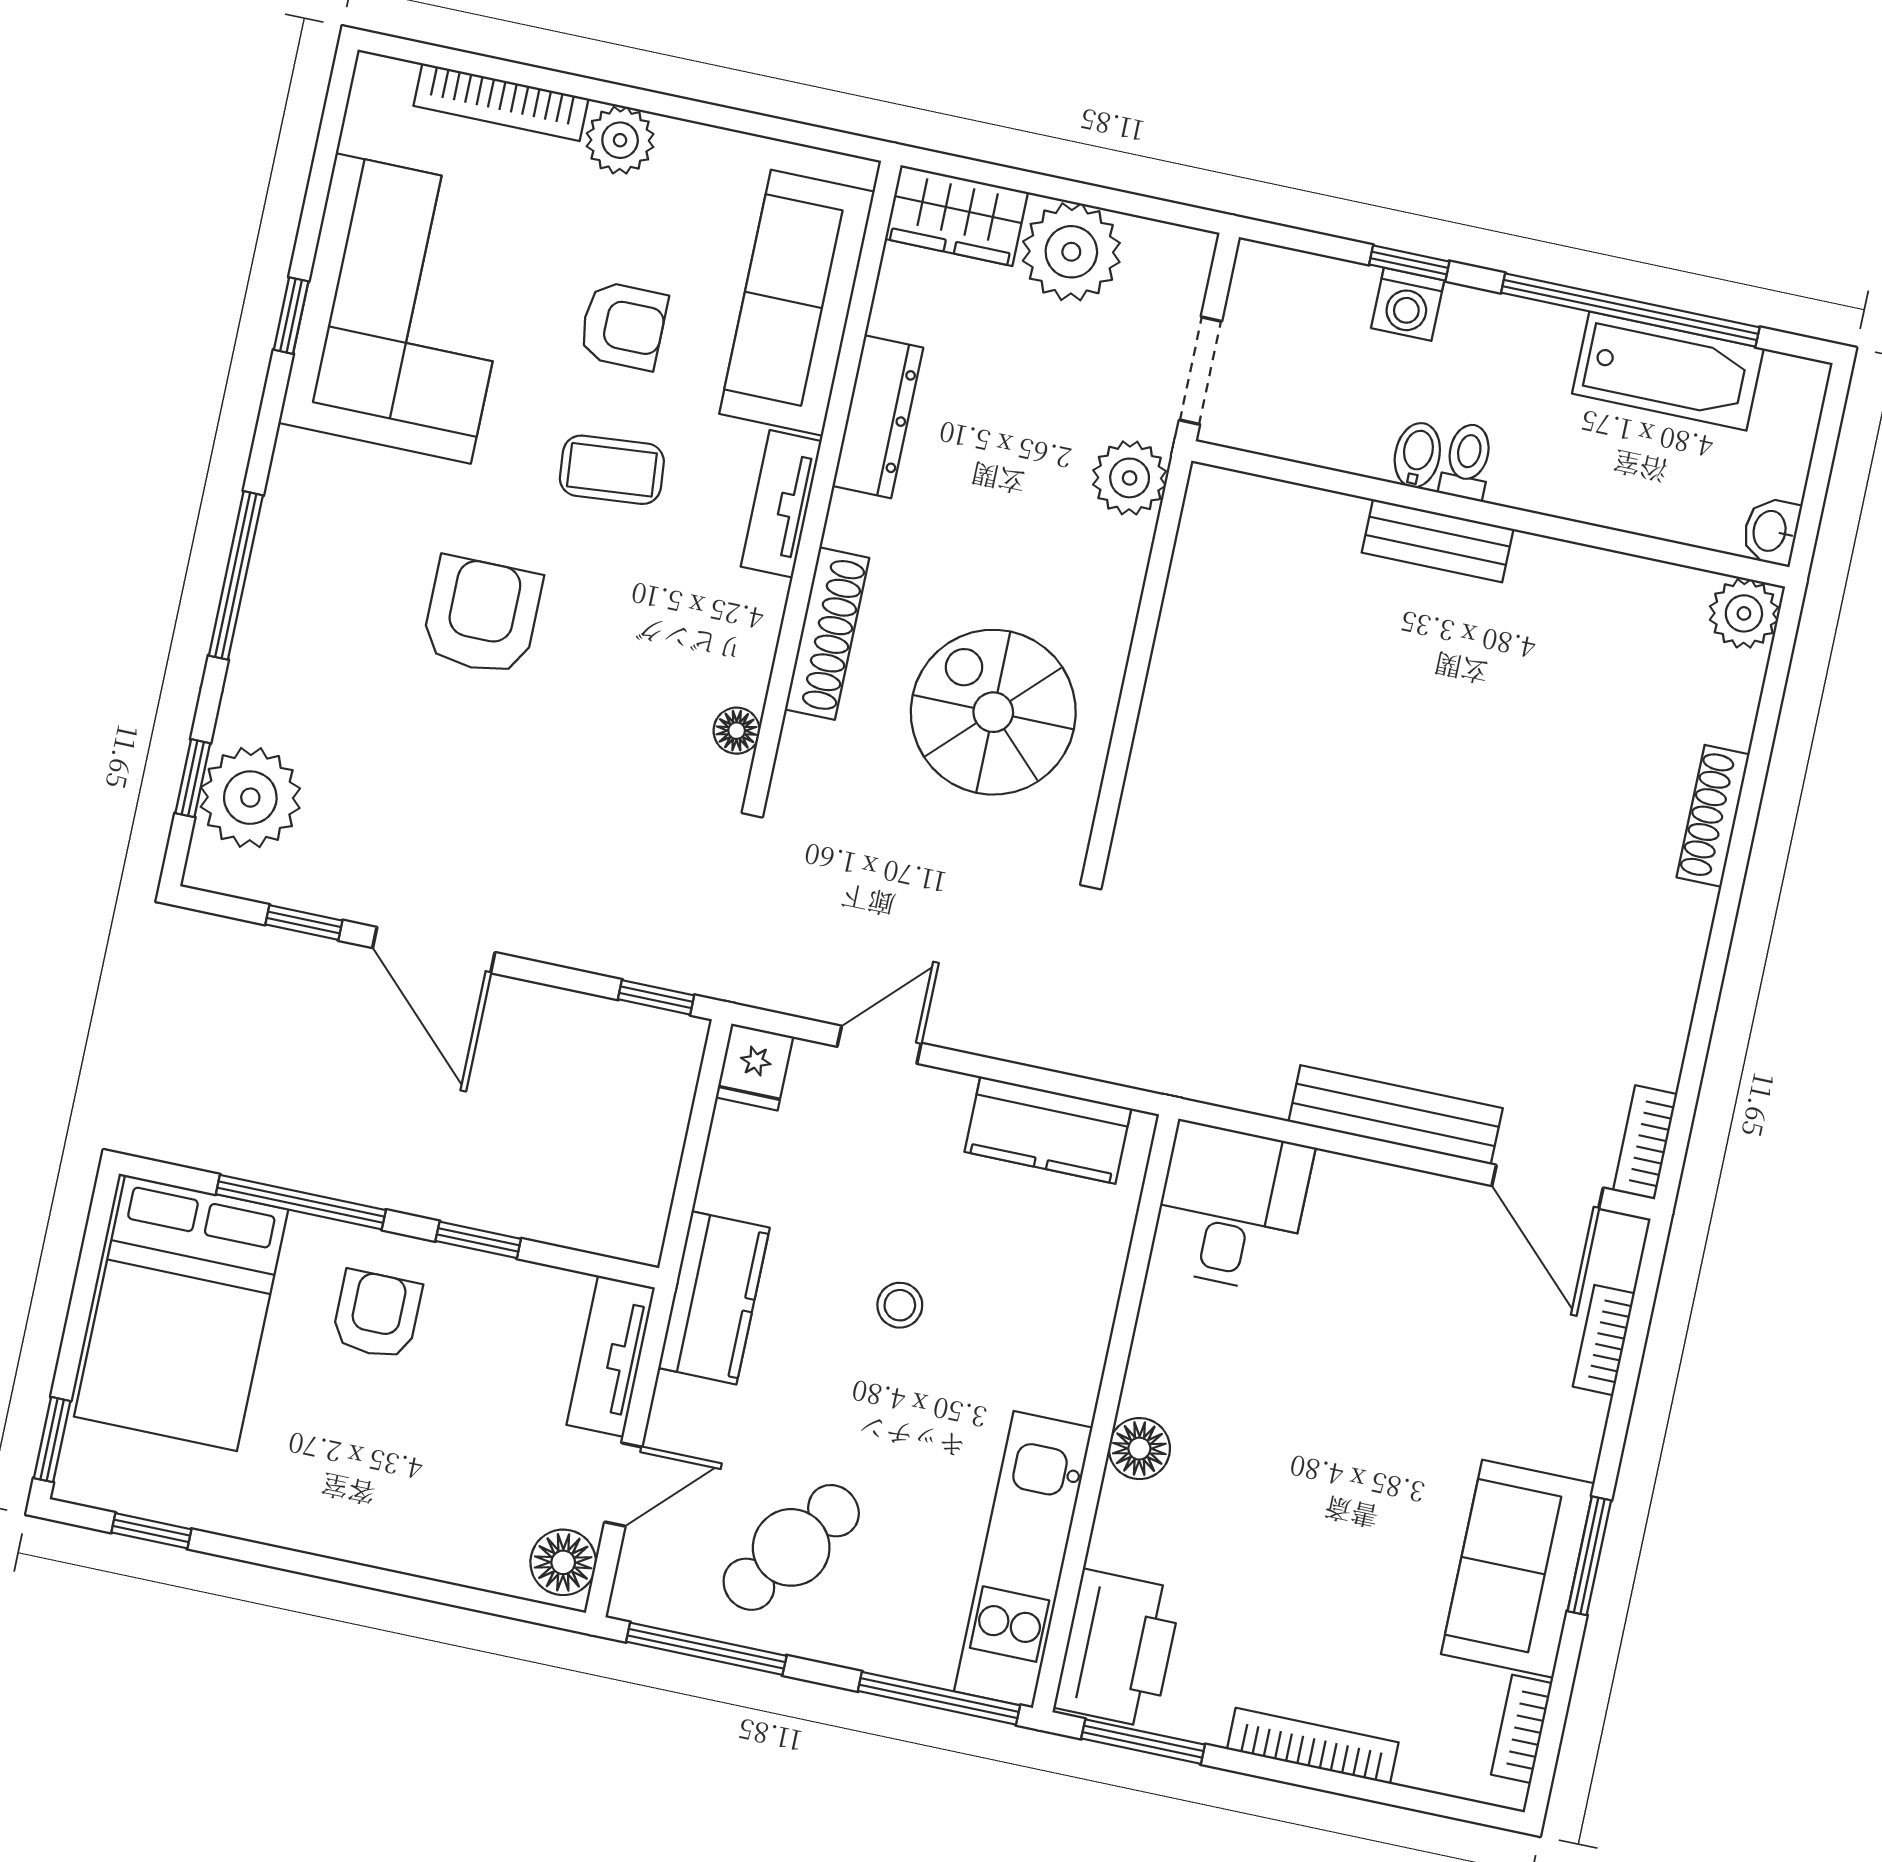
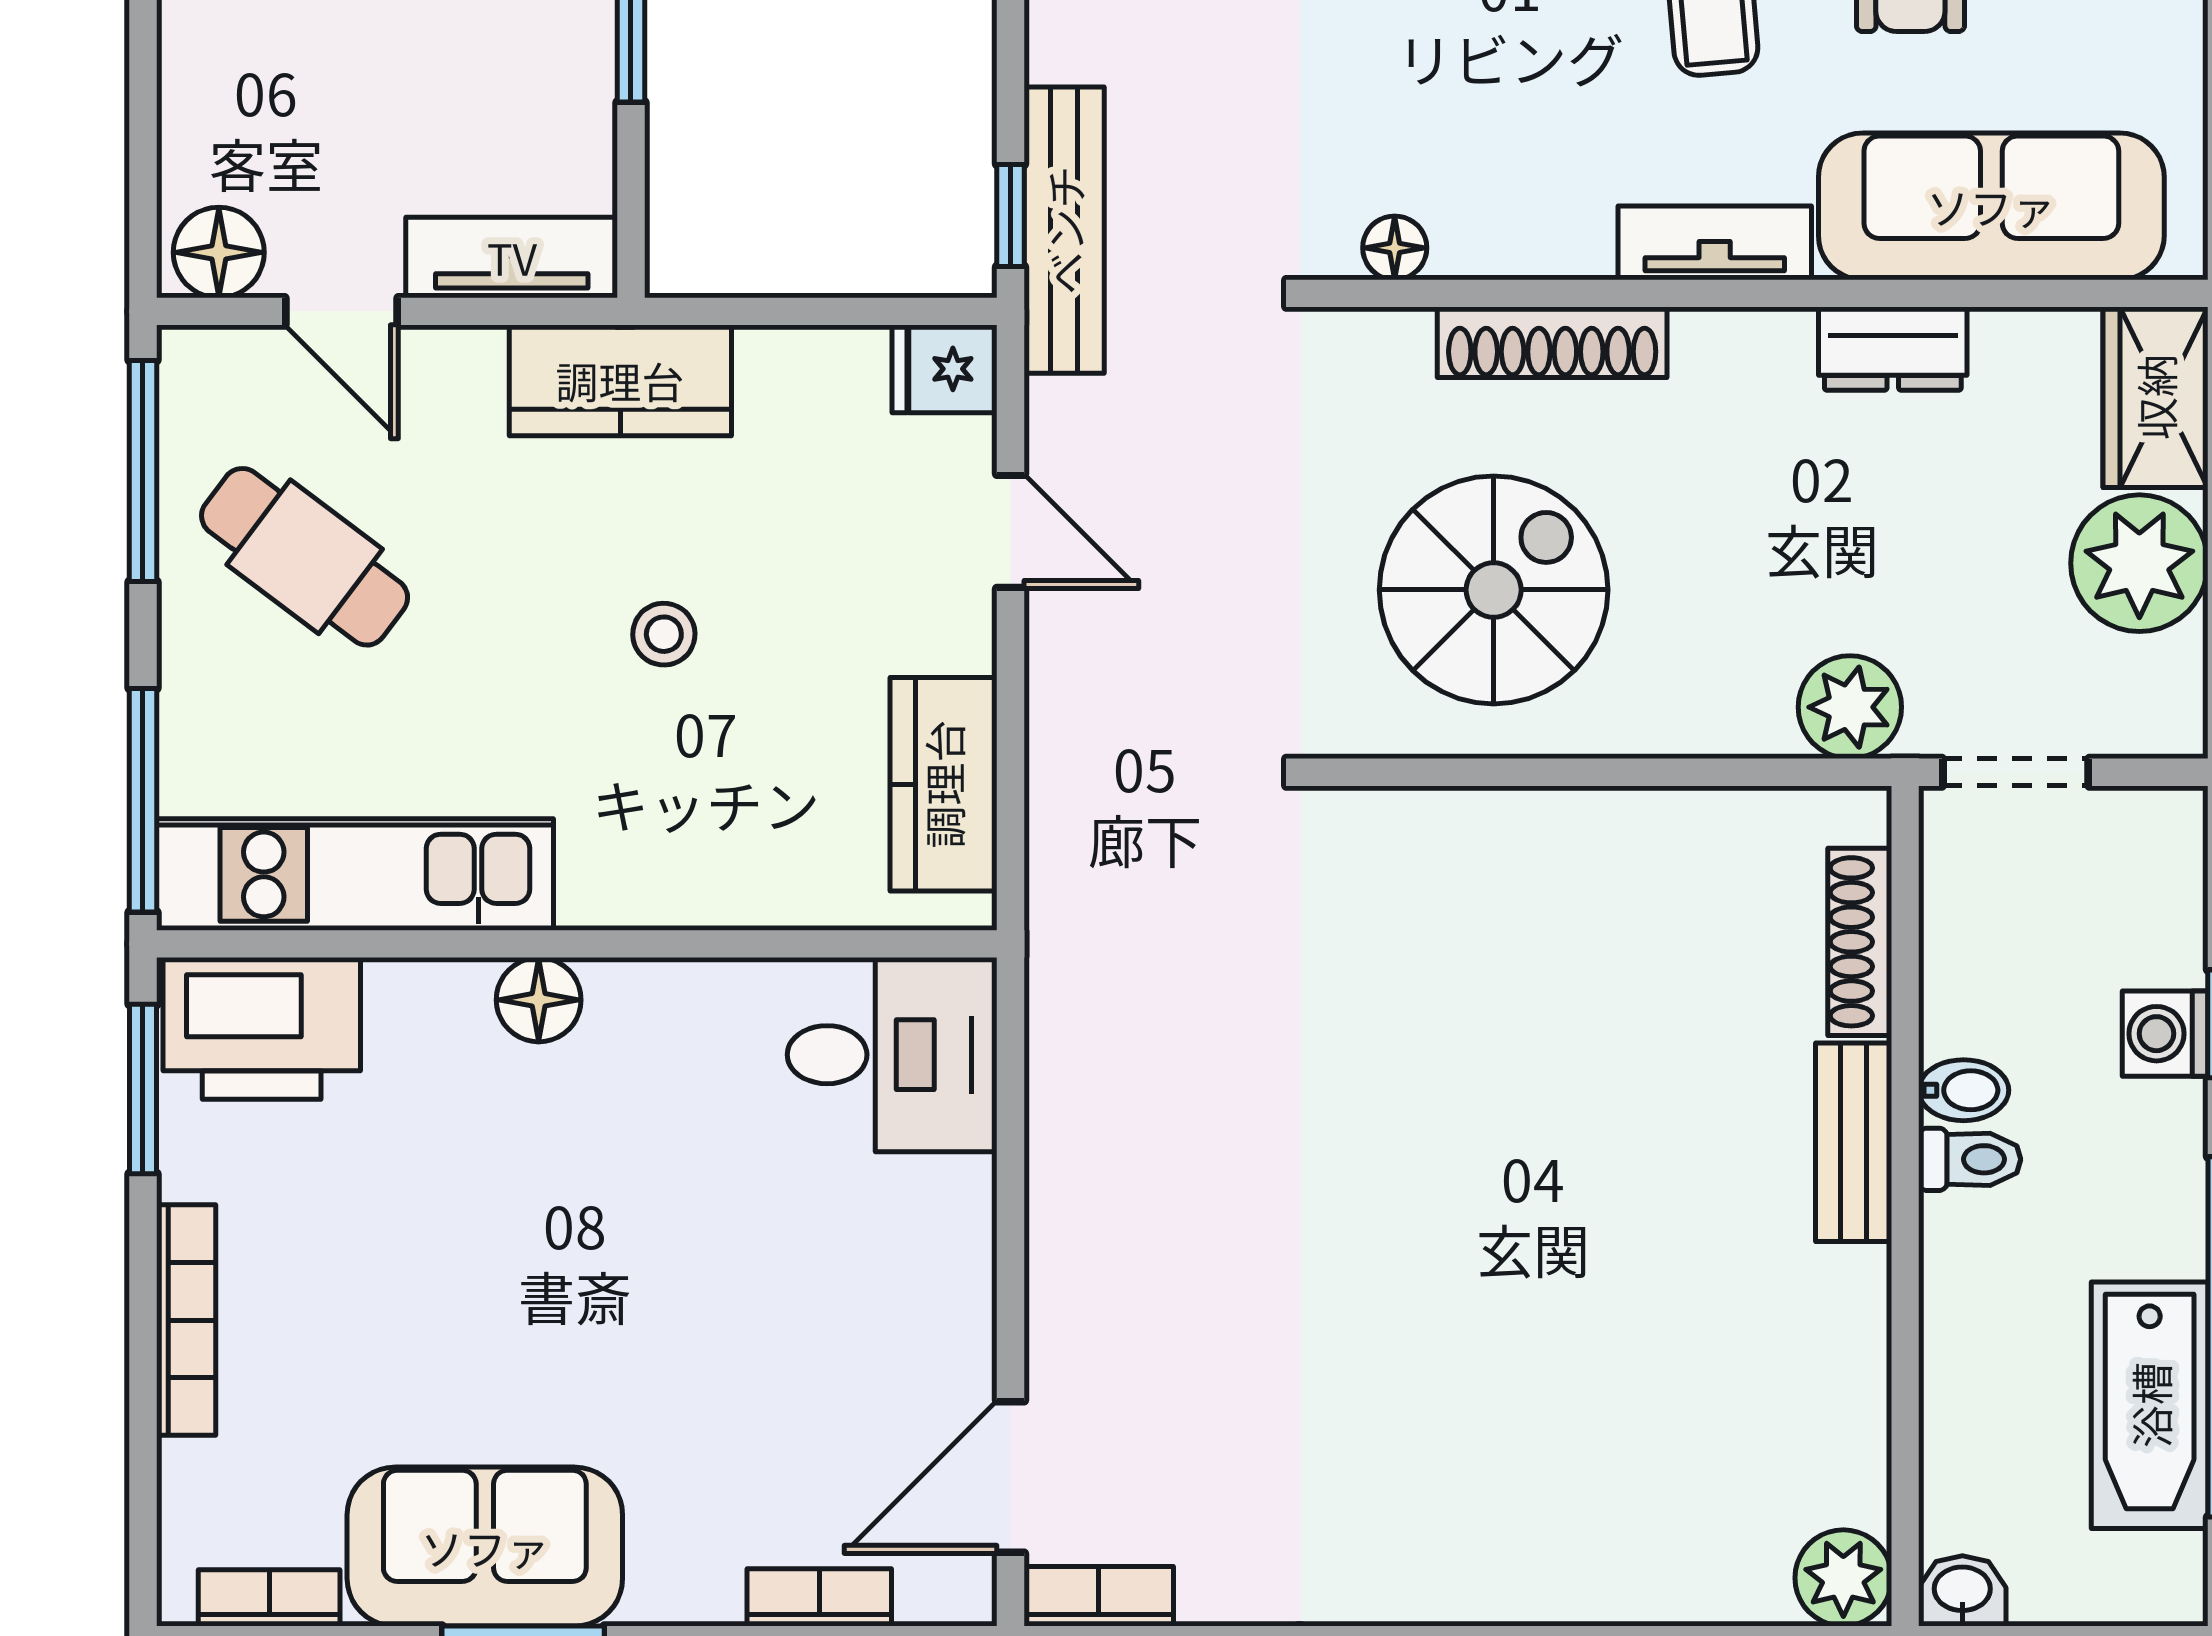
dresser: (878, 417) -> (1893, 349), width x0.70
shoe rack: (1713, 816) -> (1860, 942), moved, turned -90
bench: (1396, 1115) -> (1064, 230), moved

